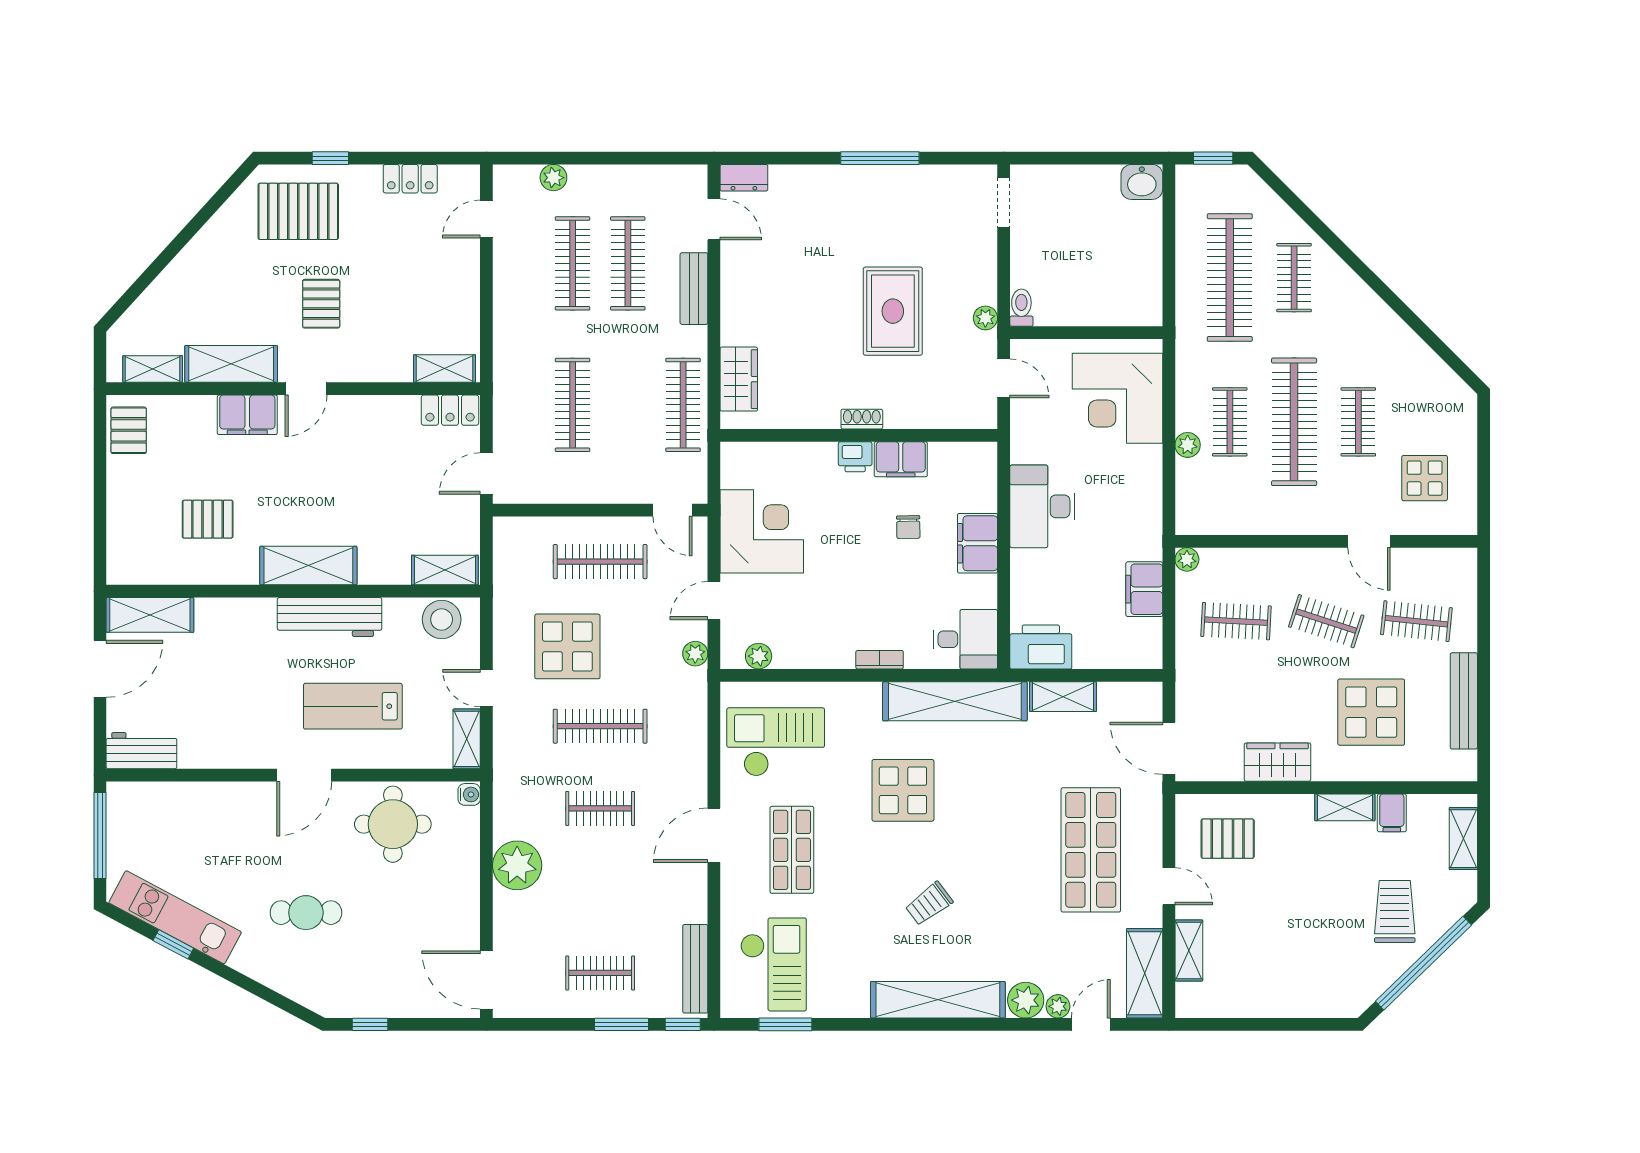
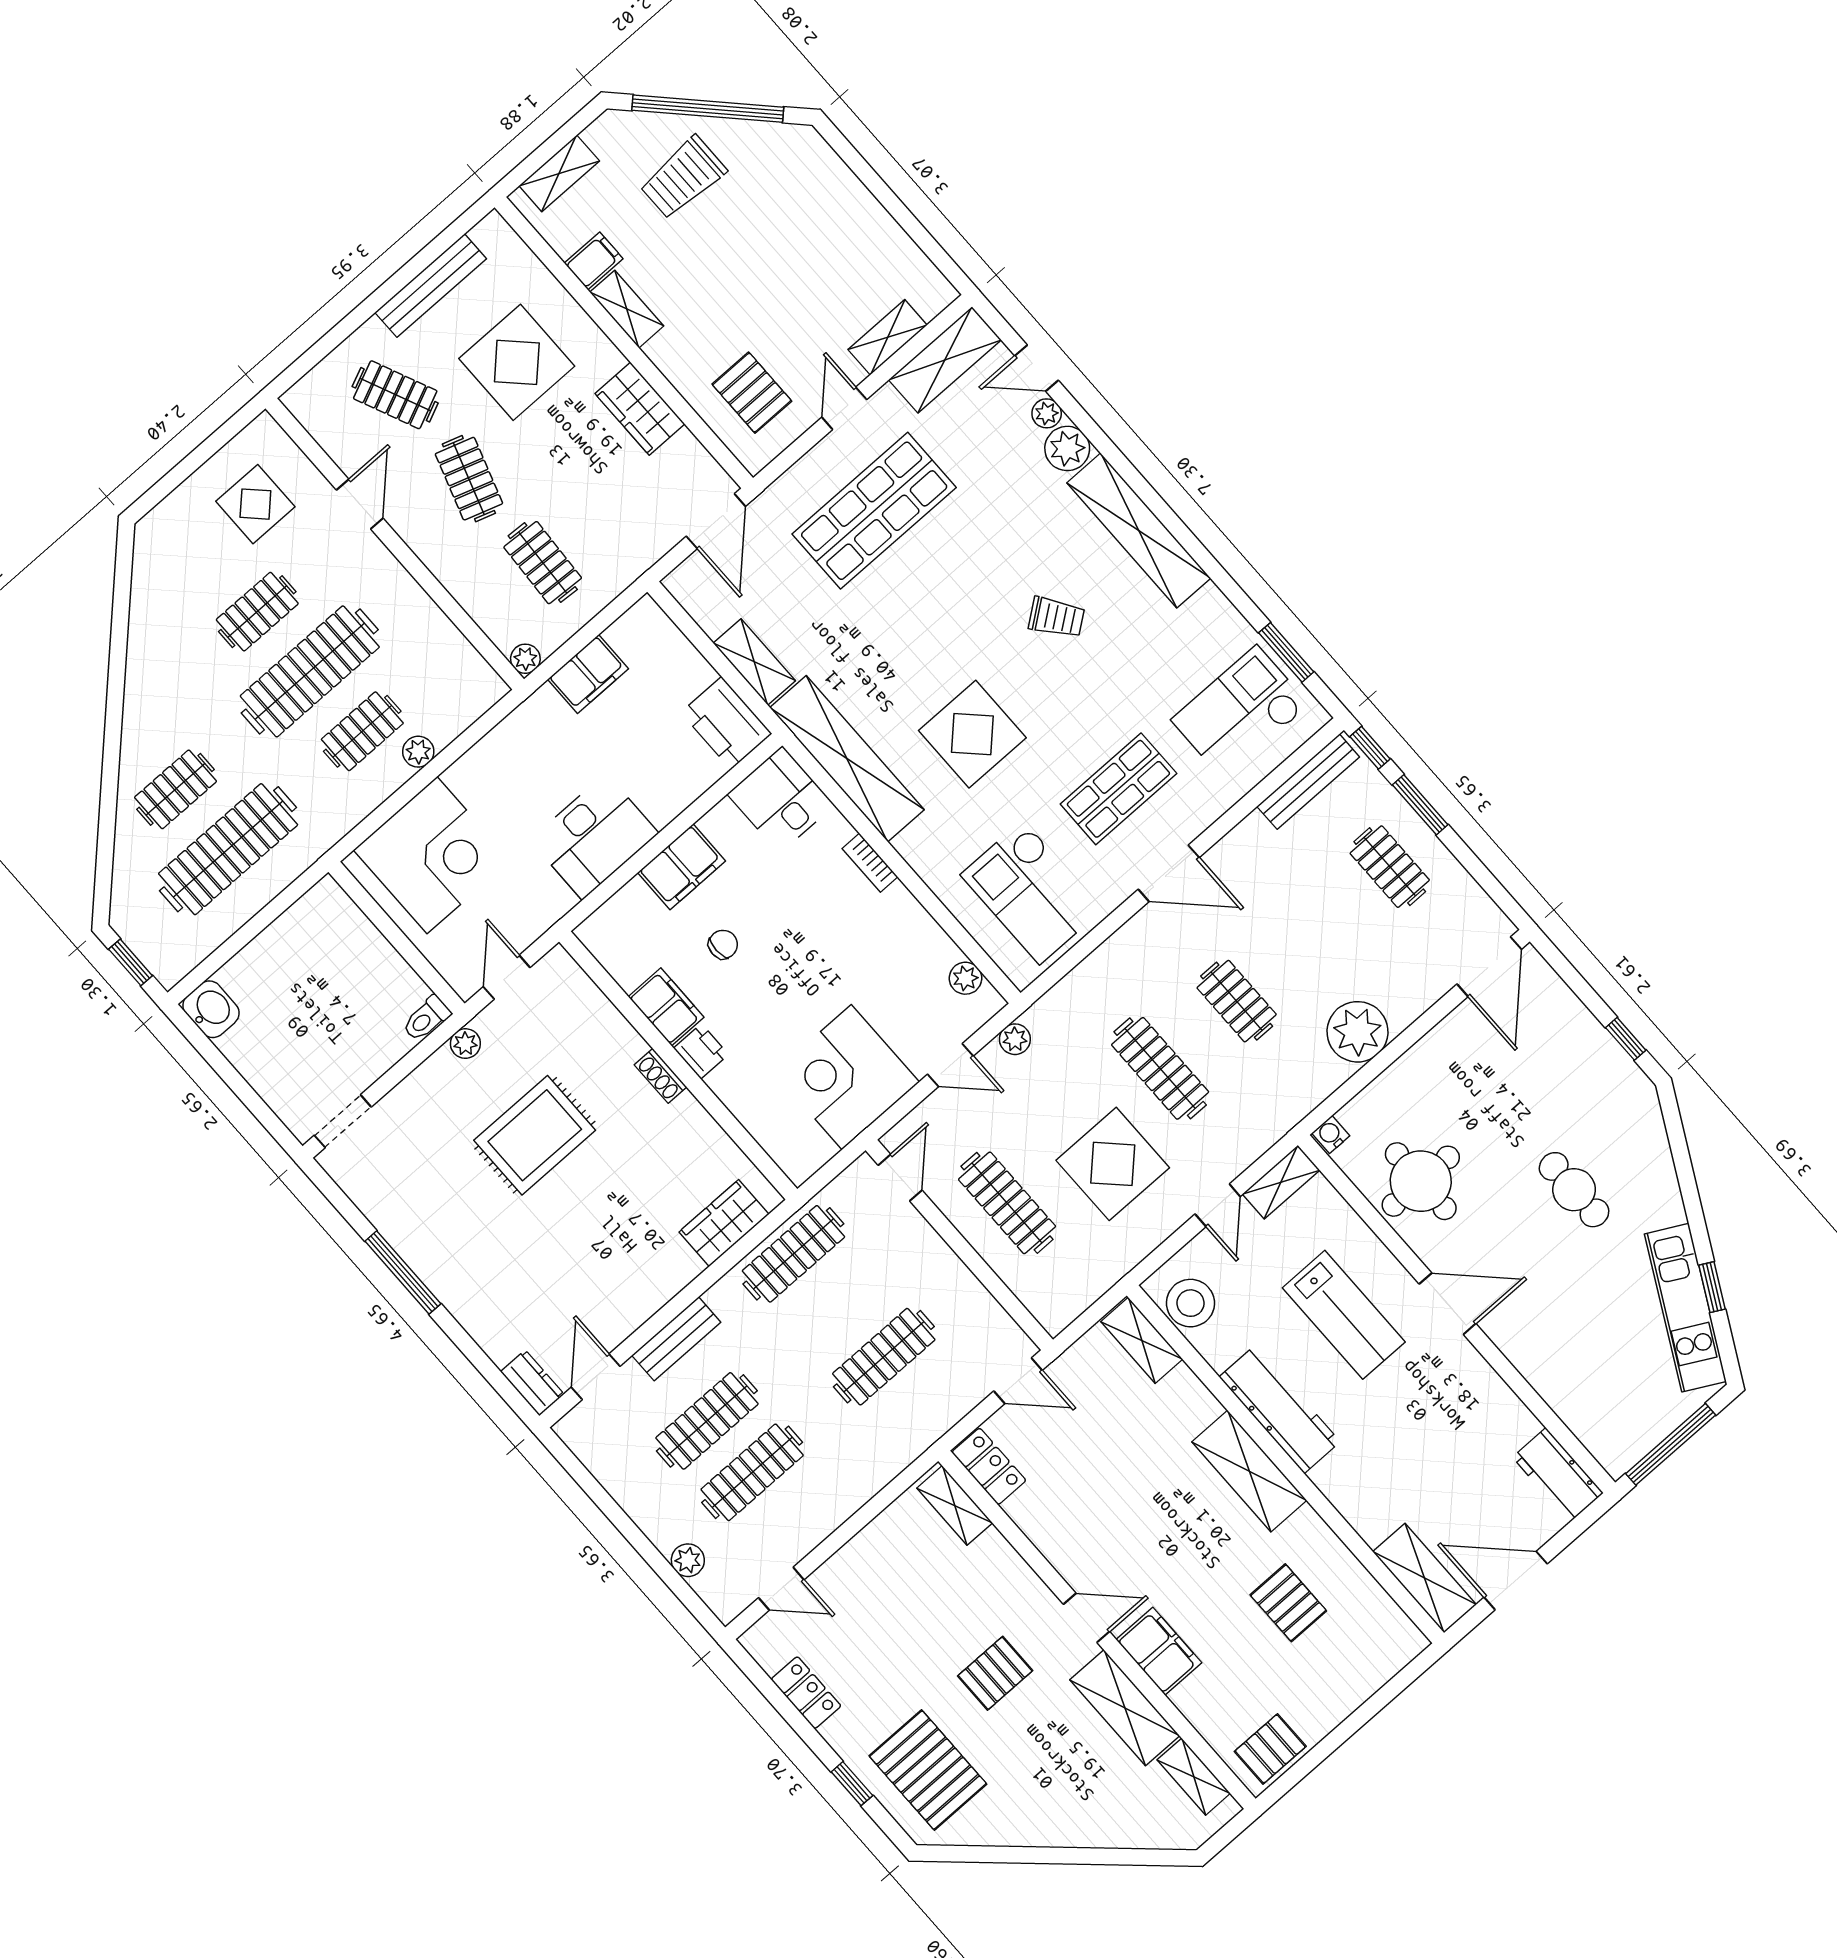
clothes rail: (1416, 621) -> (395, 395), turned -30

